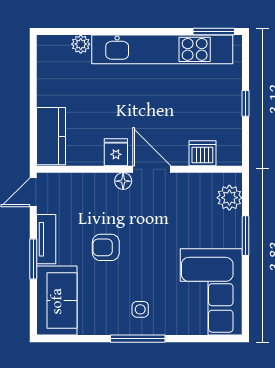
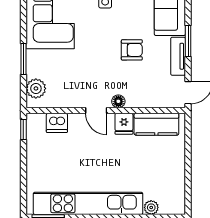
window: (246, 103) -> (23, 129), moved
kitchen counter: (51, 136) -> (156, 124), moved, turned -90
door: (152, 169) -> (96, 110), width x0.73

